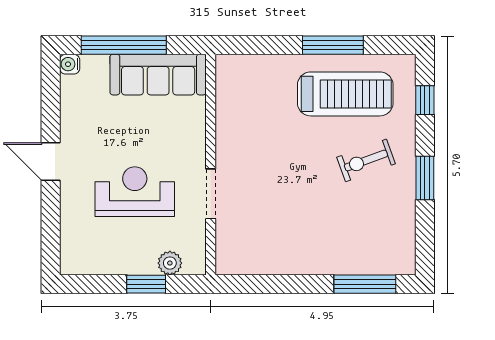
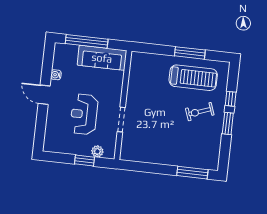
water cooler: (70, 64) -> (56, 75), moved
window: (425, 100) -> (231, 99), moved
reception desk: (135, 192) -> (84, 114), turned -90

